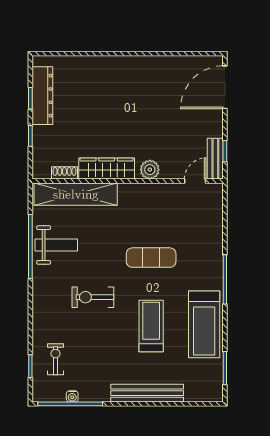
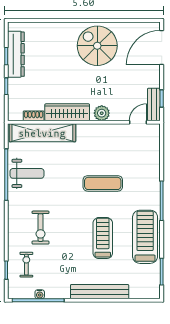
spiral stairs: (144, 85) -> (97, 46), added
exercise bike: (93, 297) -> (41, 228), moved, turned -90
treadmill: (204, 324) -> (145, 237), turned 180

